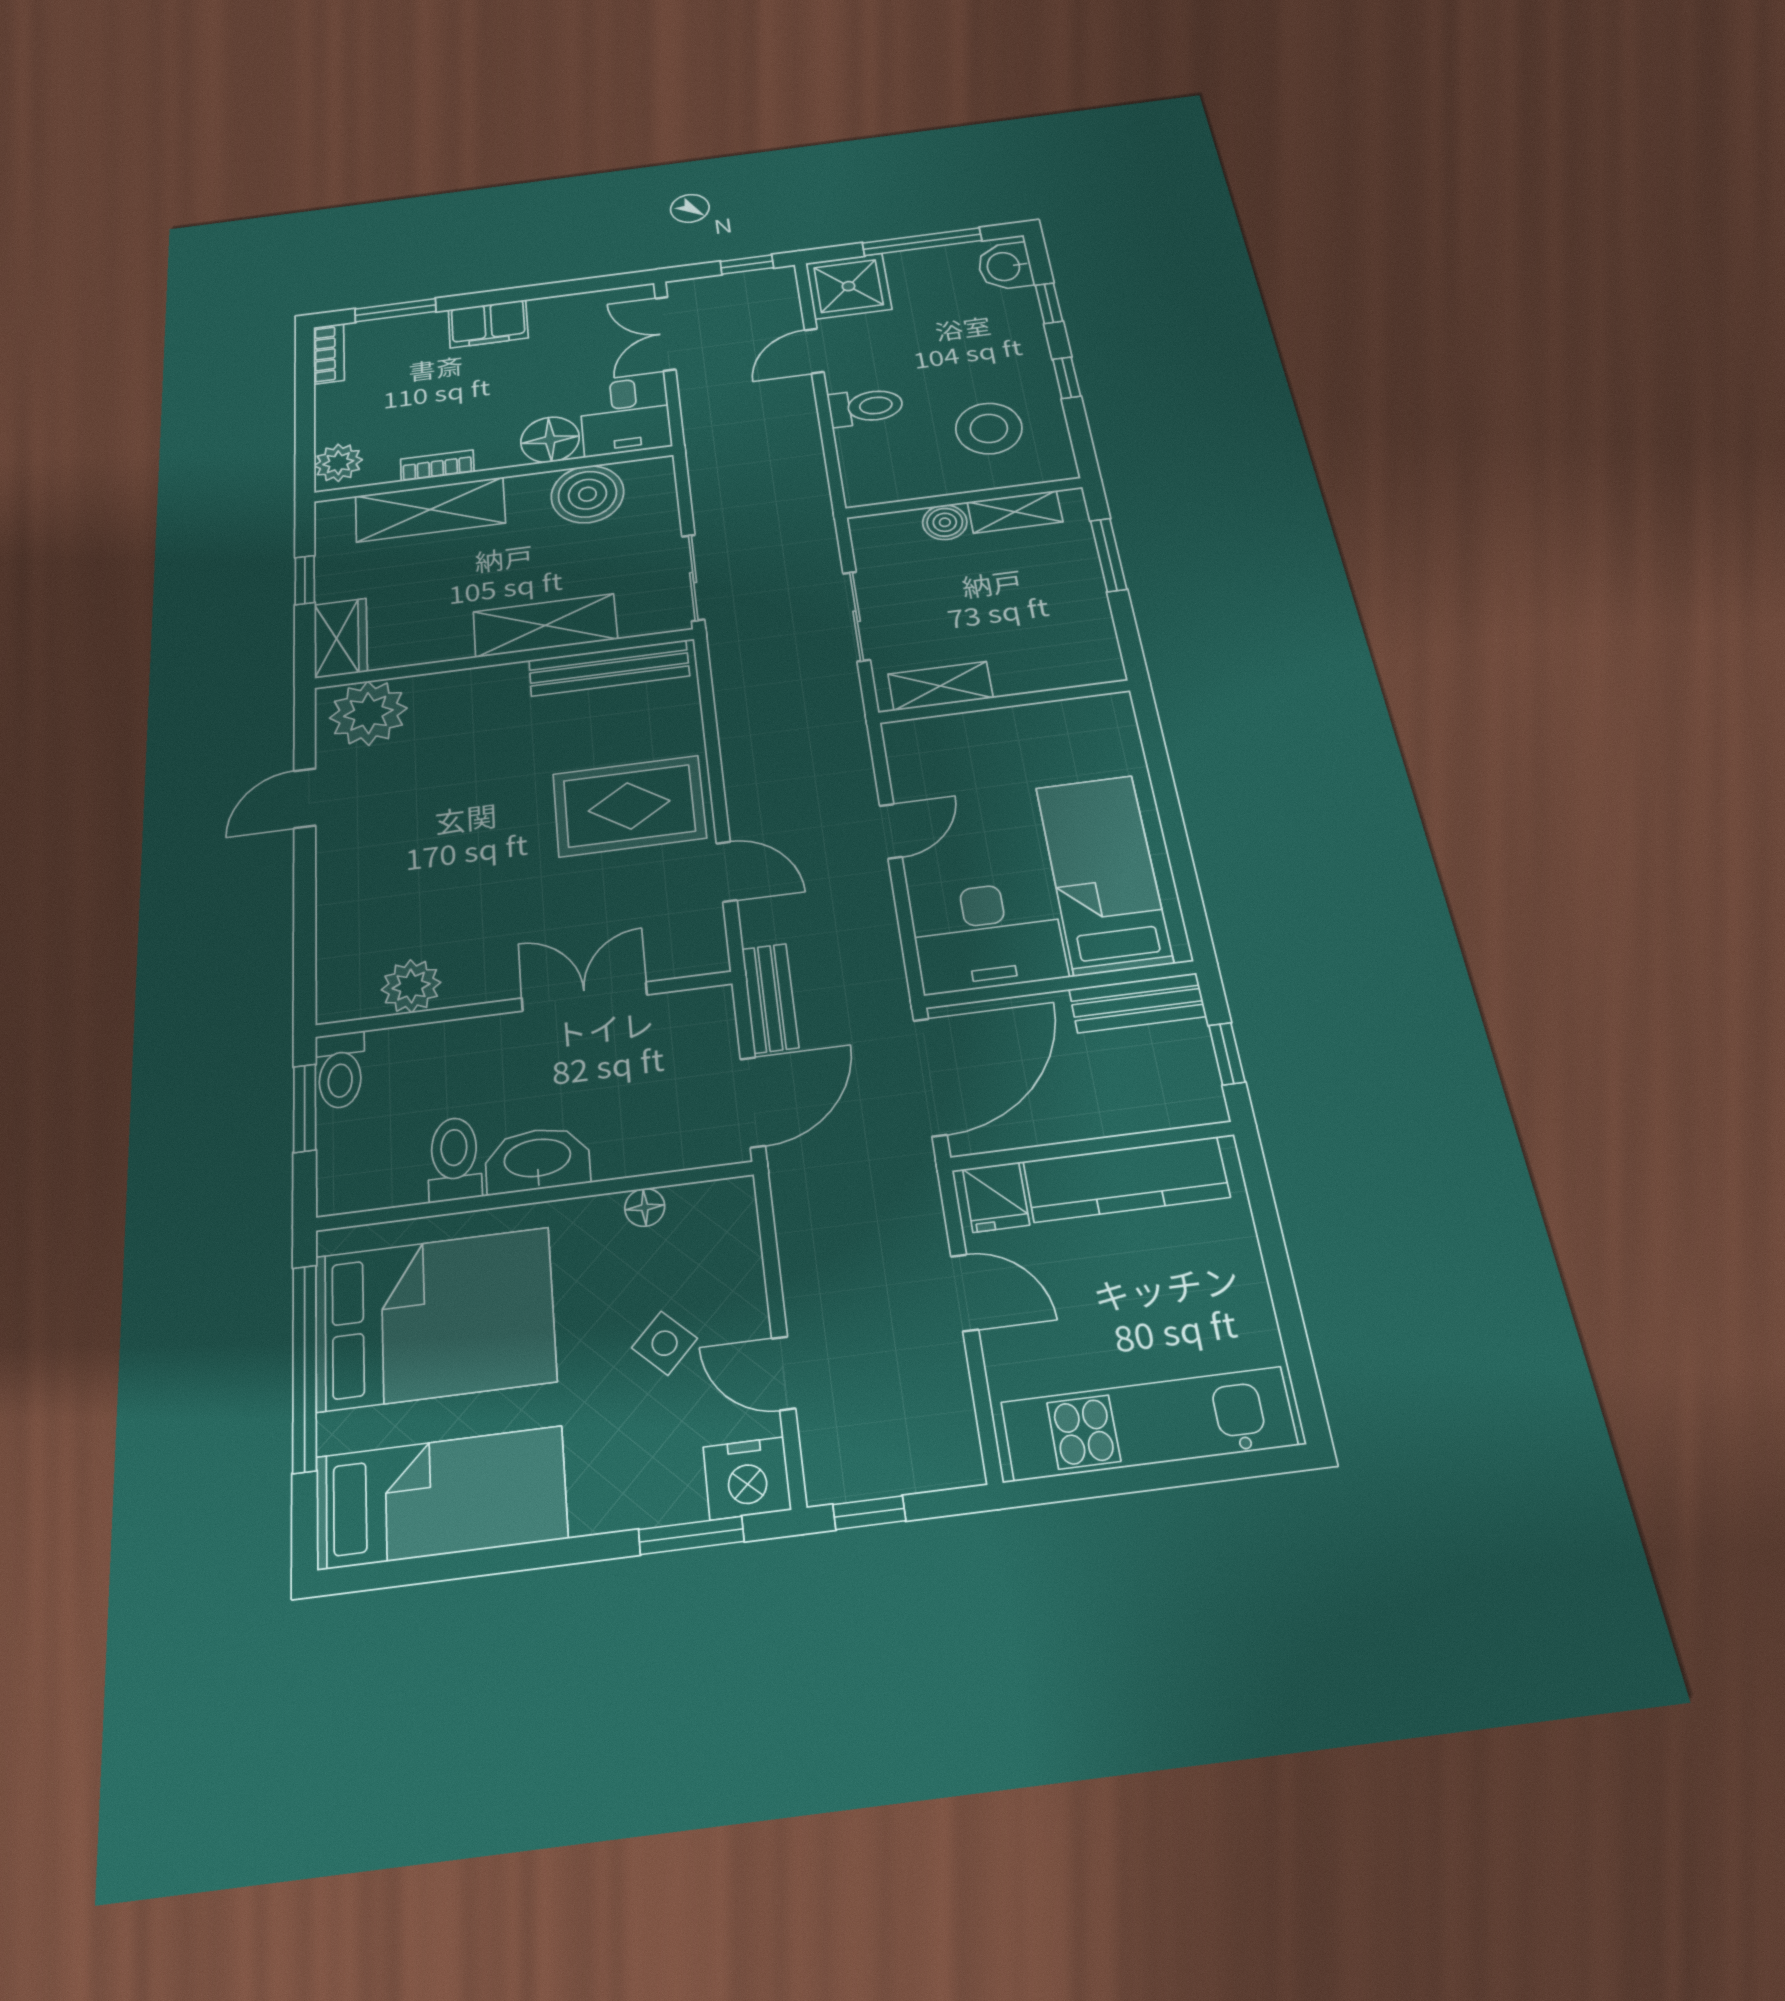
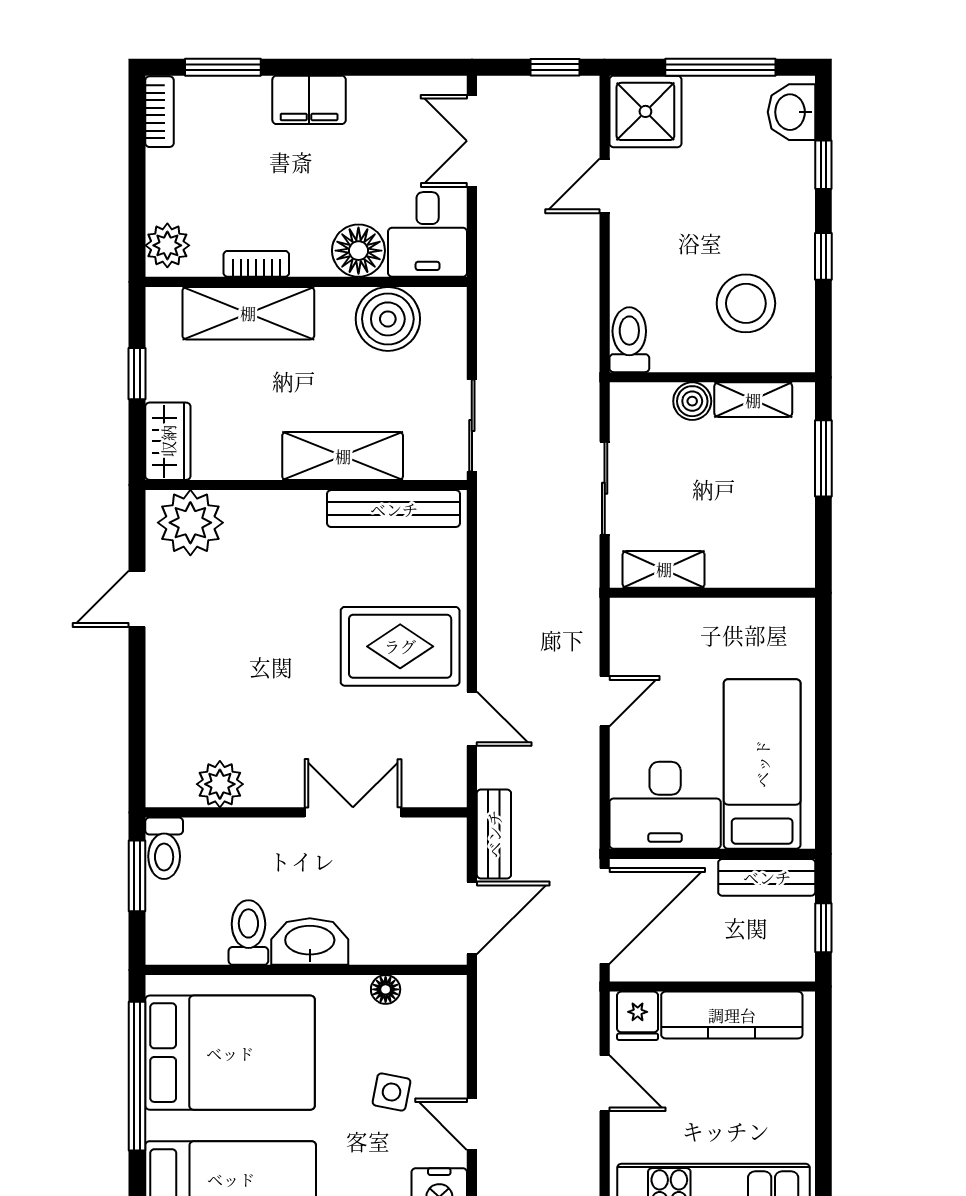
toilet: (866, 407) -> (629, 340), moved, turned -90
side table: (665, 1343) -> (391, 1092), turned -33

